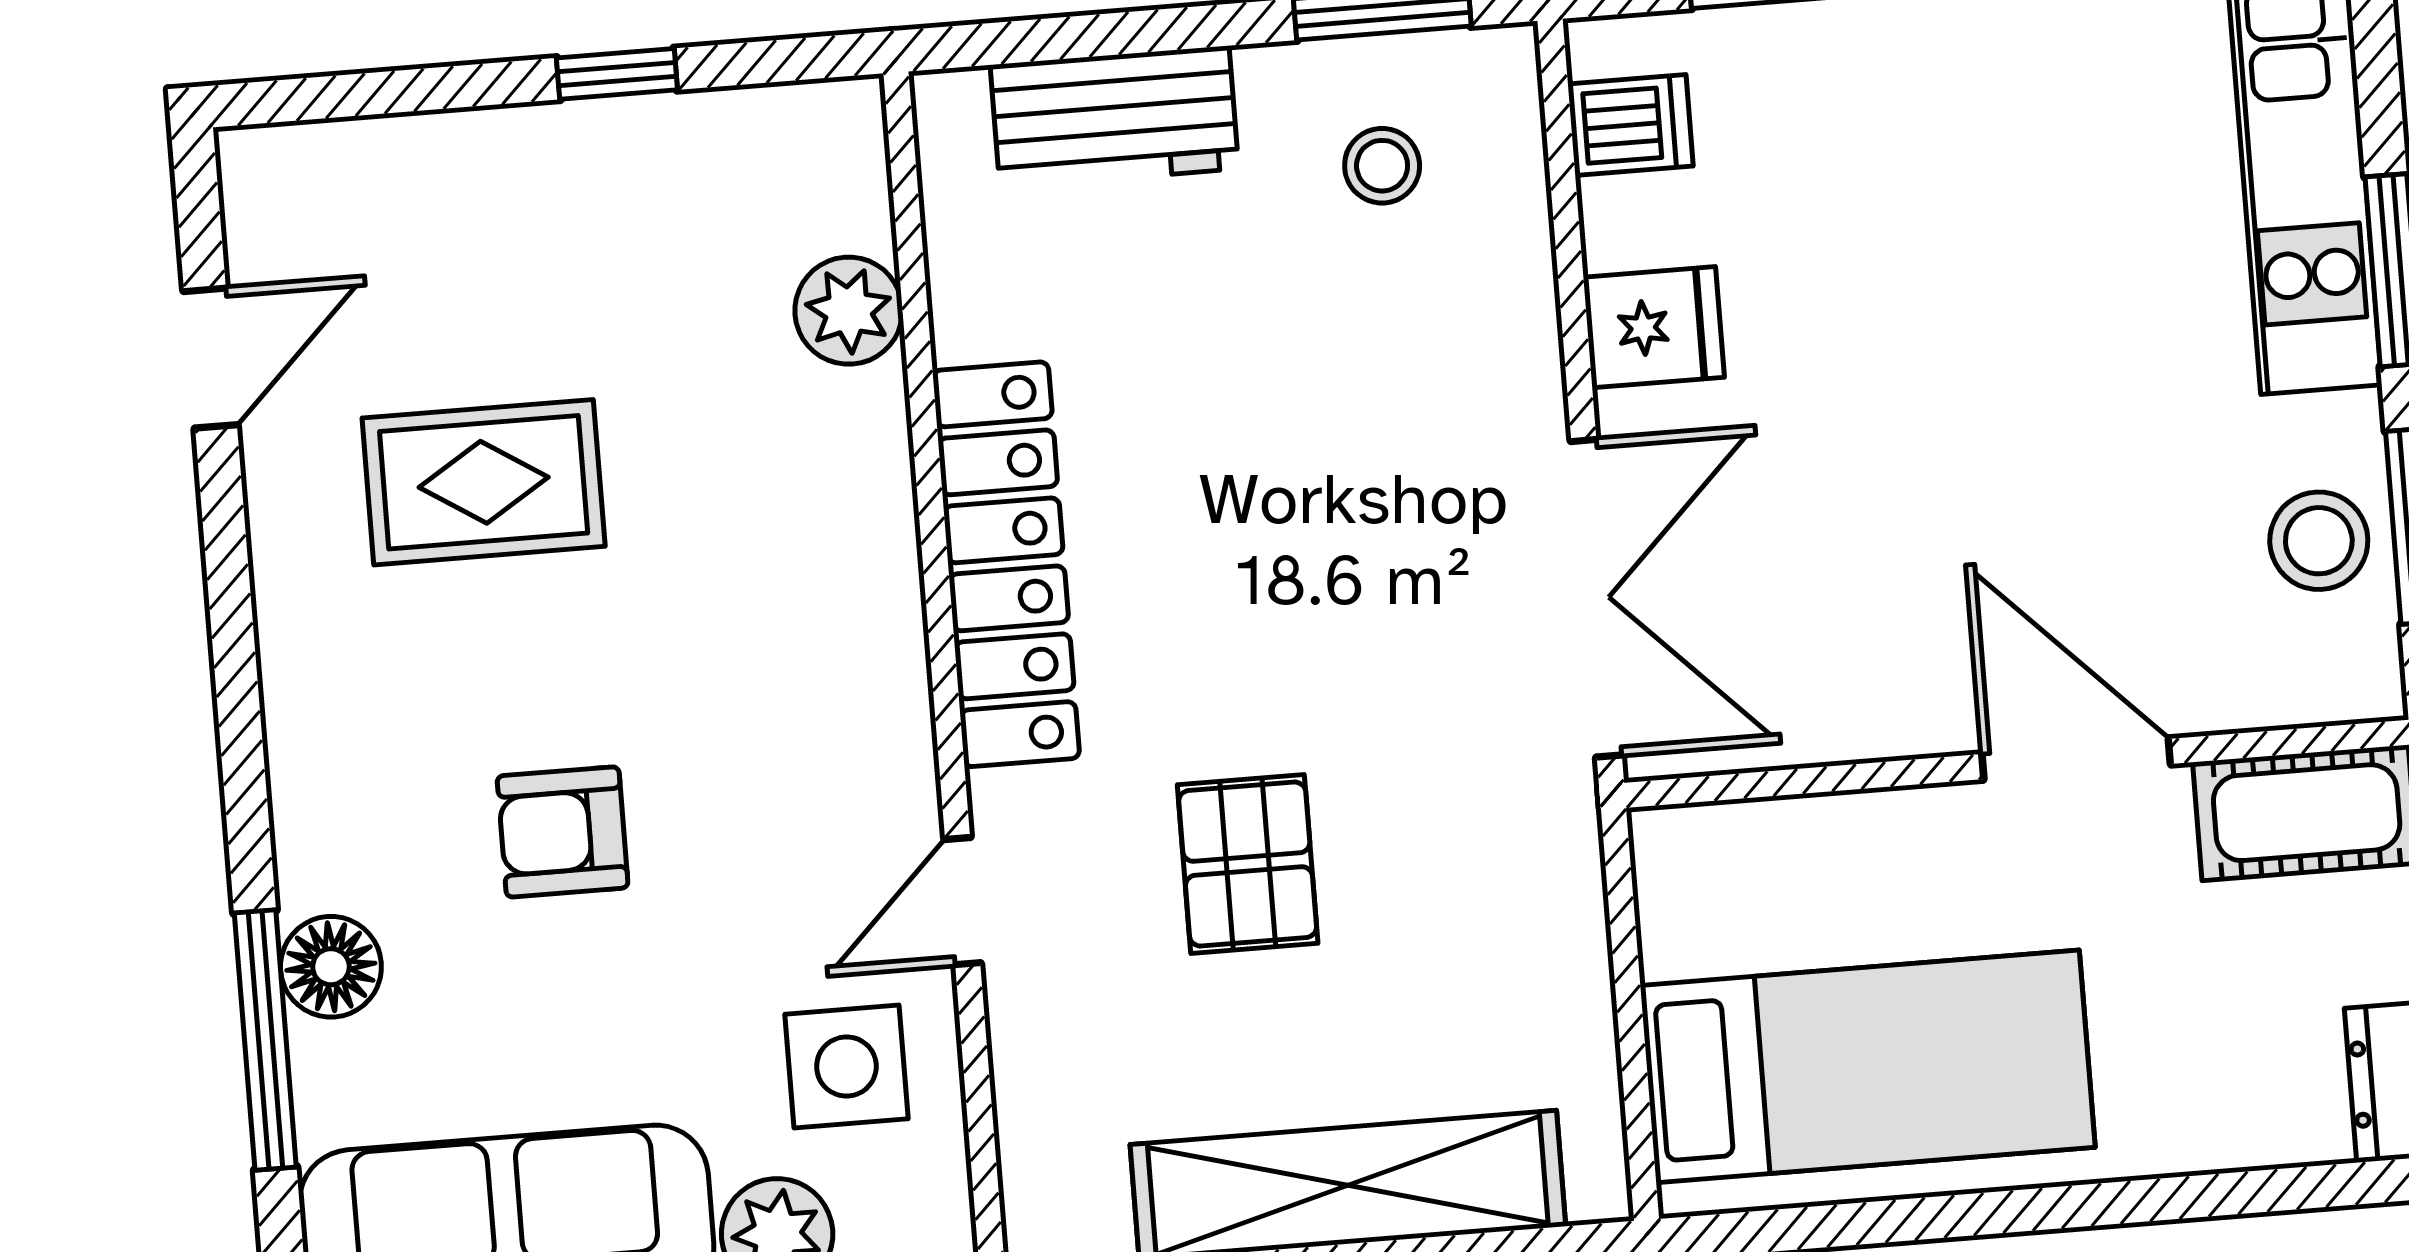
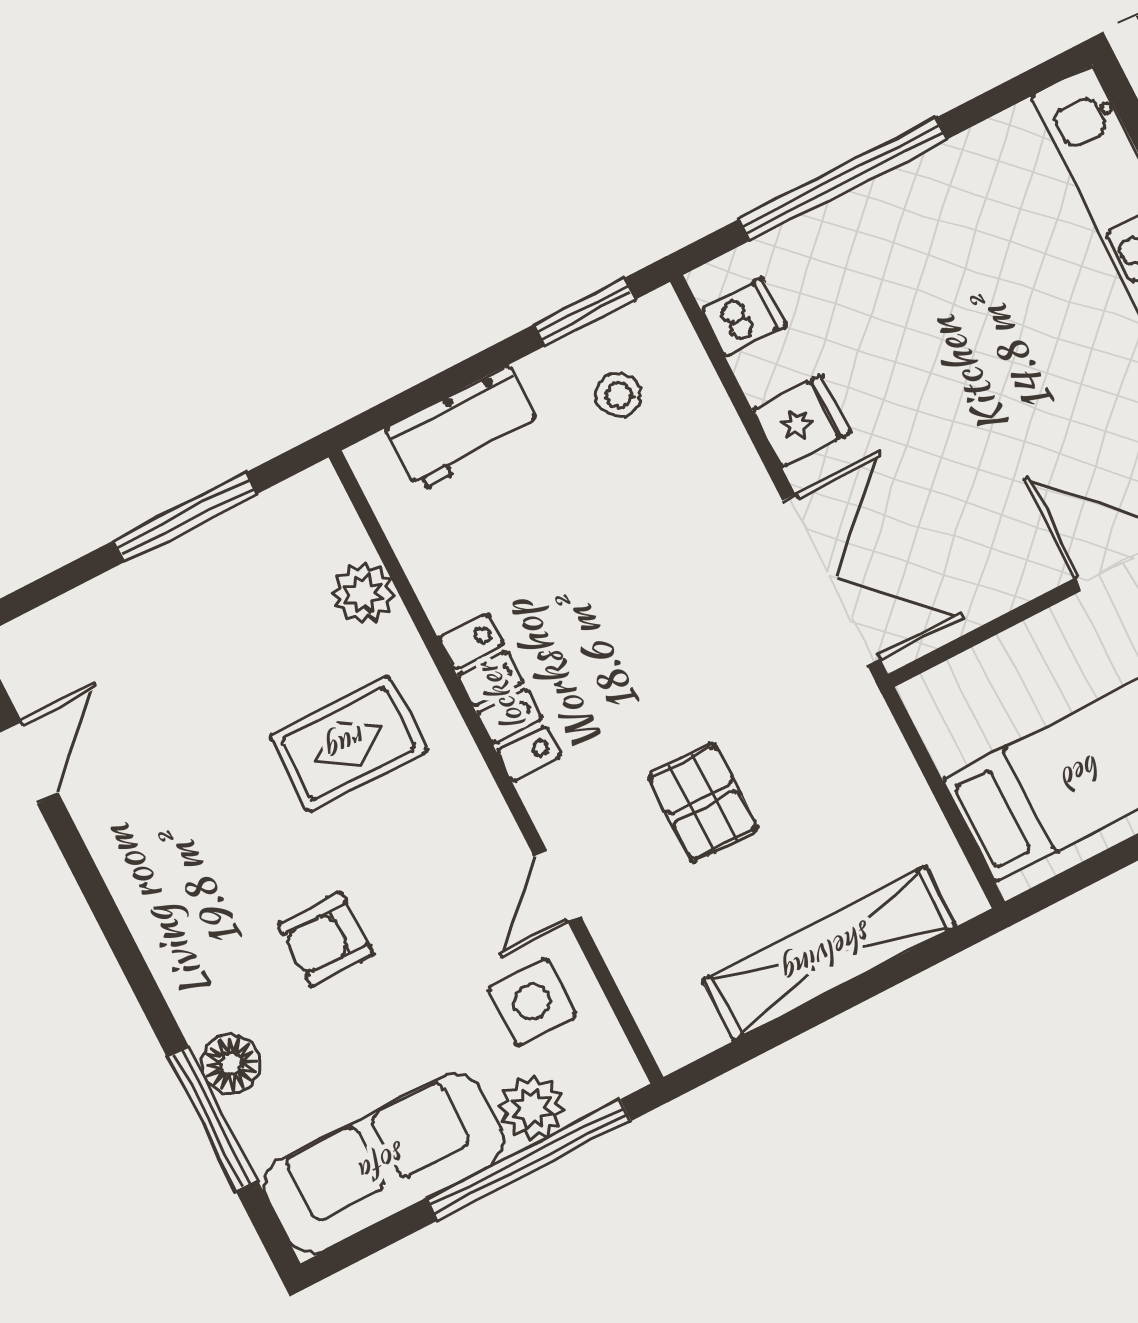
window: (617, 74) -> (185, 517), width x2.17
rug: (484, 482) -> (348, 744), moved
locker: (1006, 564) -> (500, 697), width x0.71, depth x0.83

